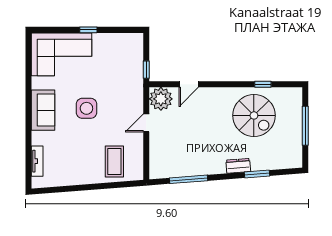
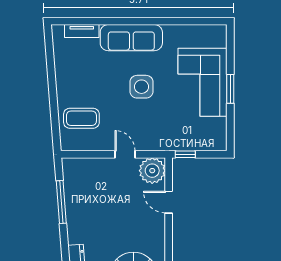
window: (88, 30) -> (230, 89), width x1.50
corner sofa: (62, 54) -> (203, 82), moved
sofa: (43, 110) -> (131, 38), width x1.36

